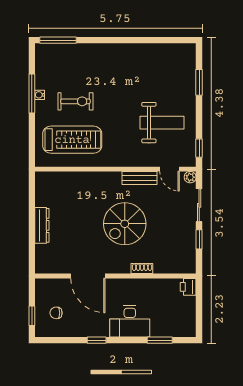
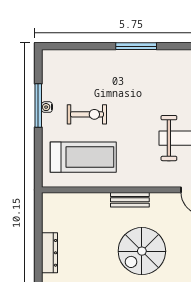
window: (58, 40) -> (136, 46), moved
bench: (139, 178) -> (130, 200), moved

